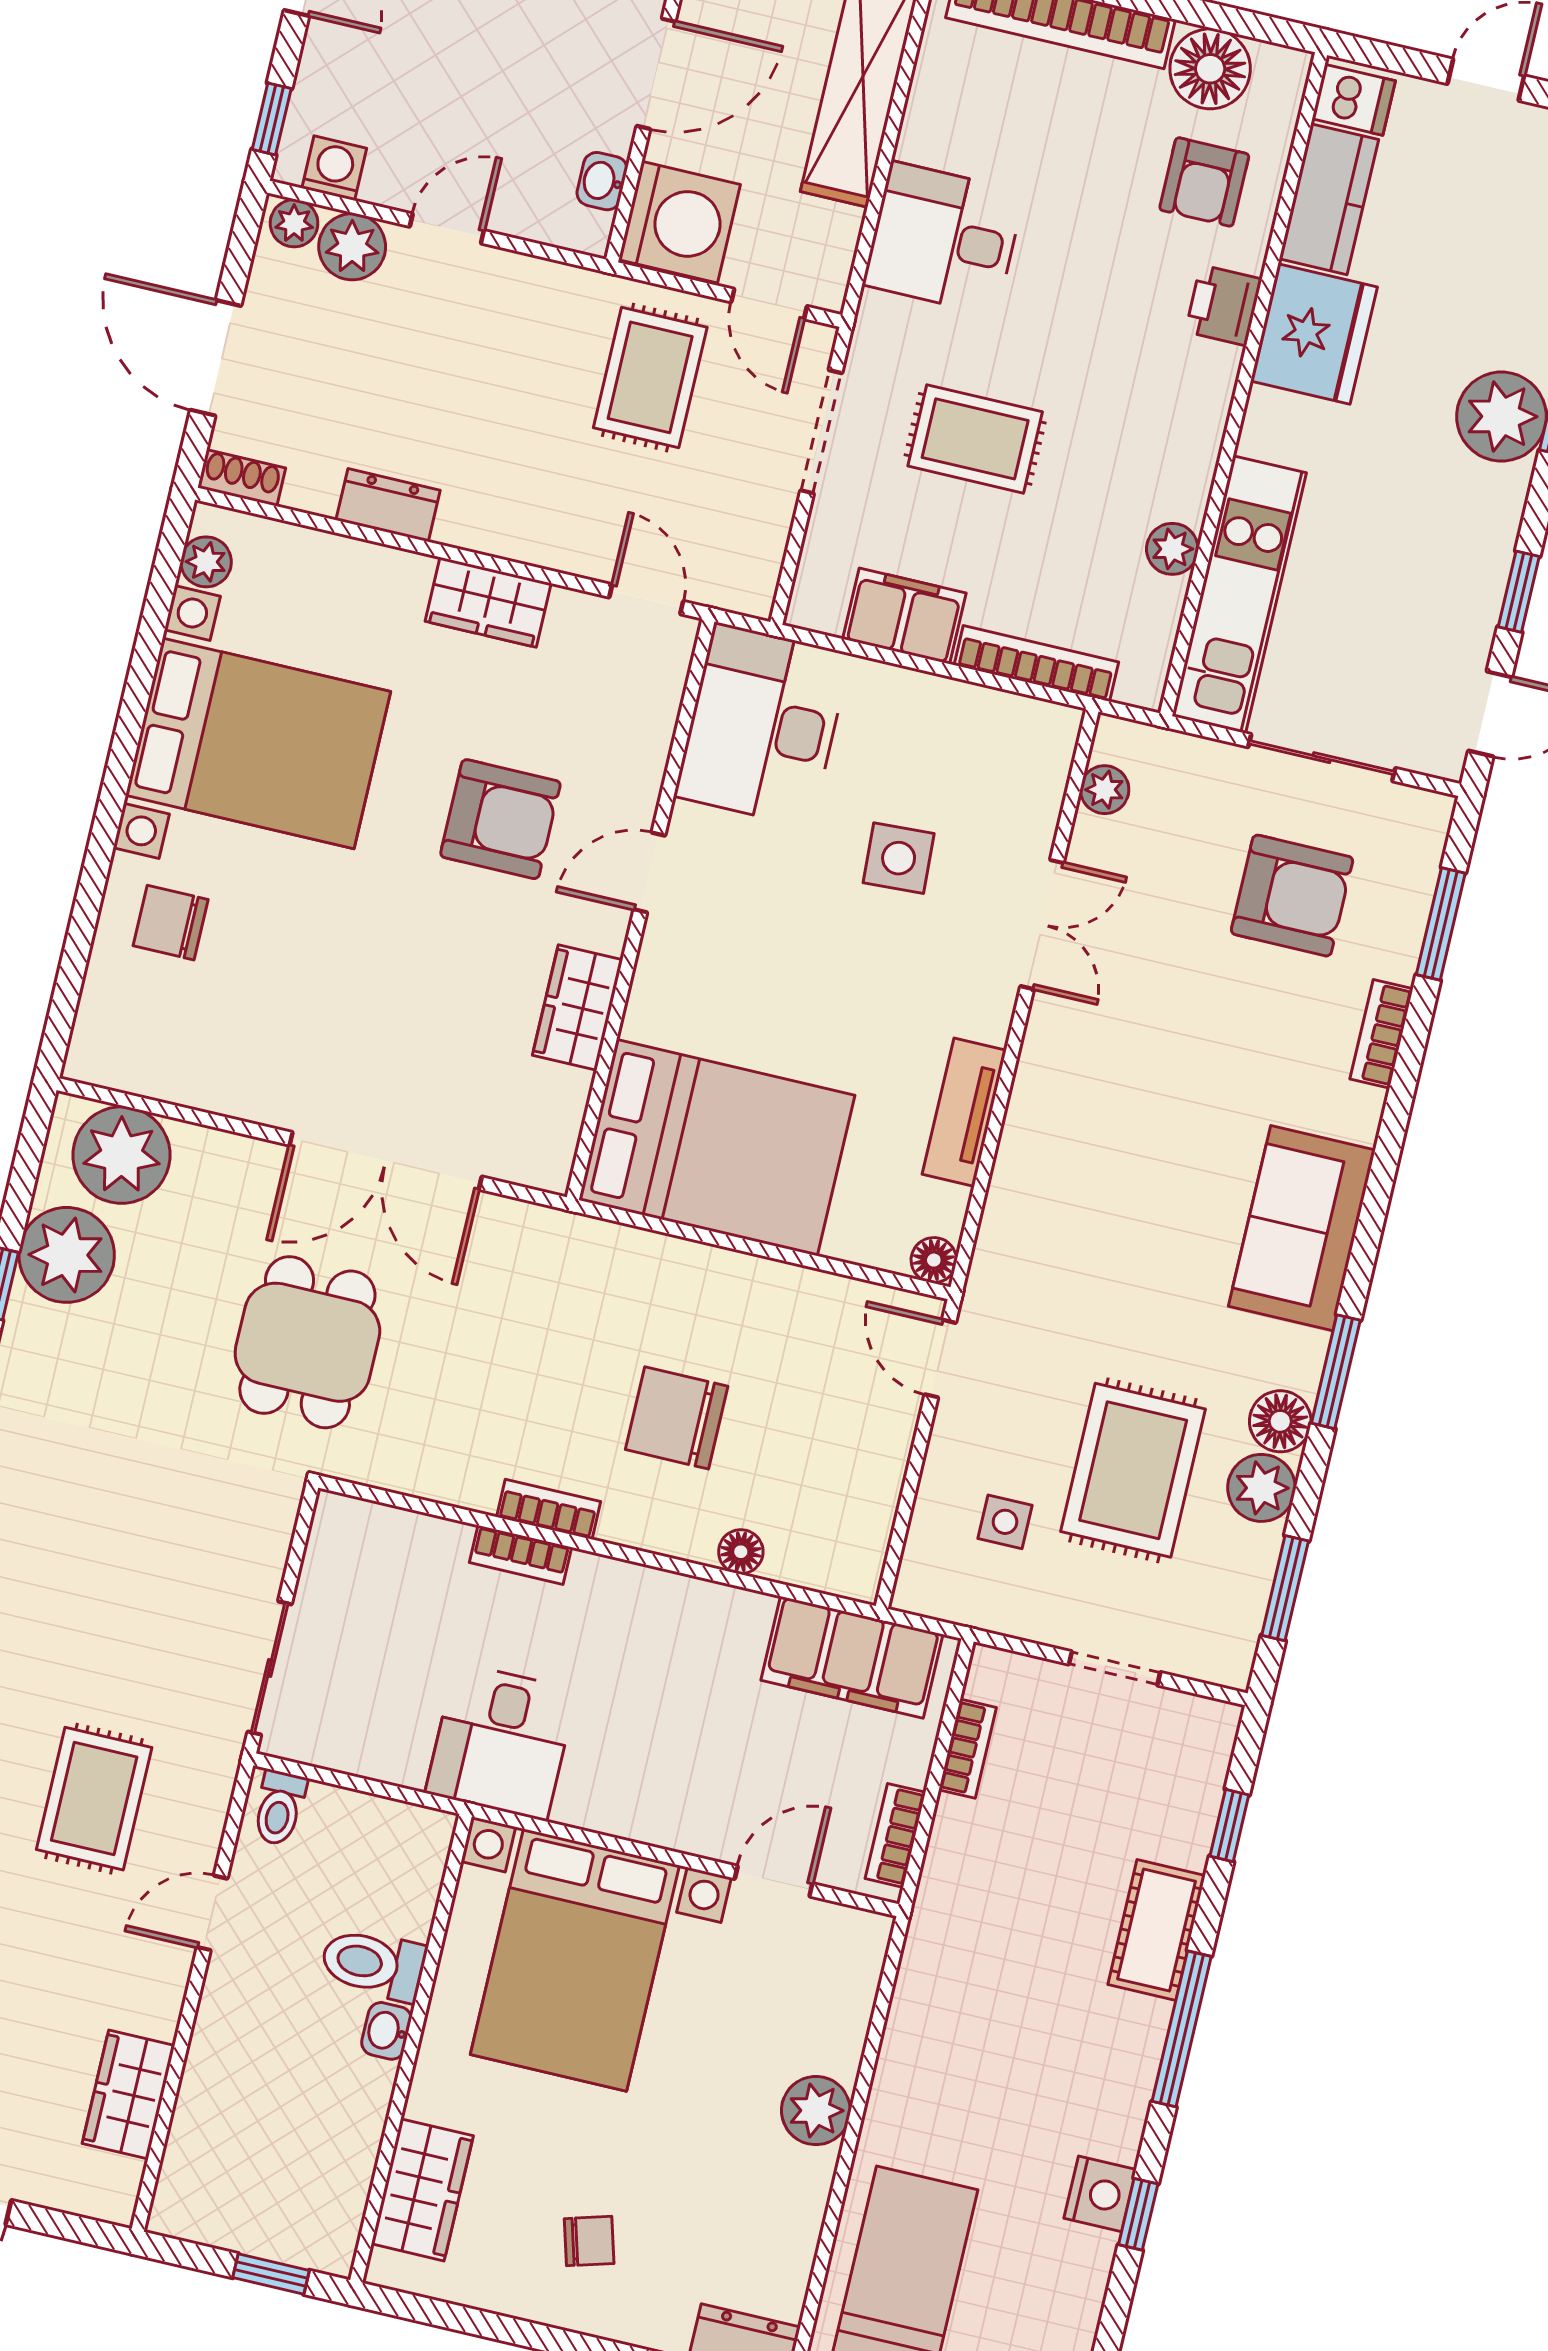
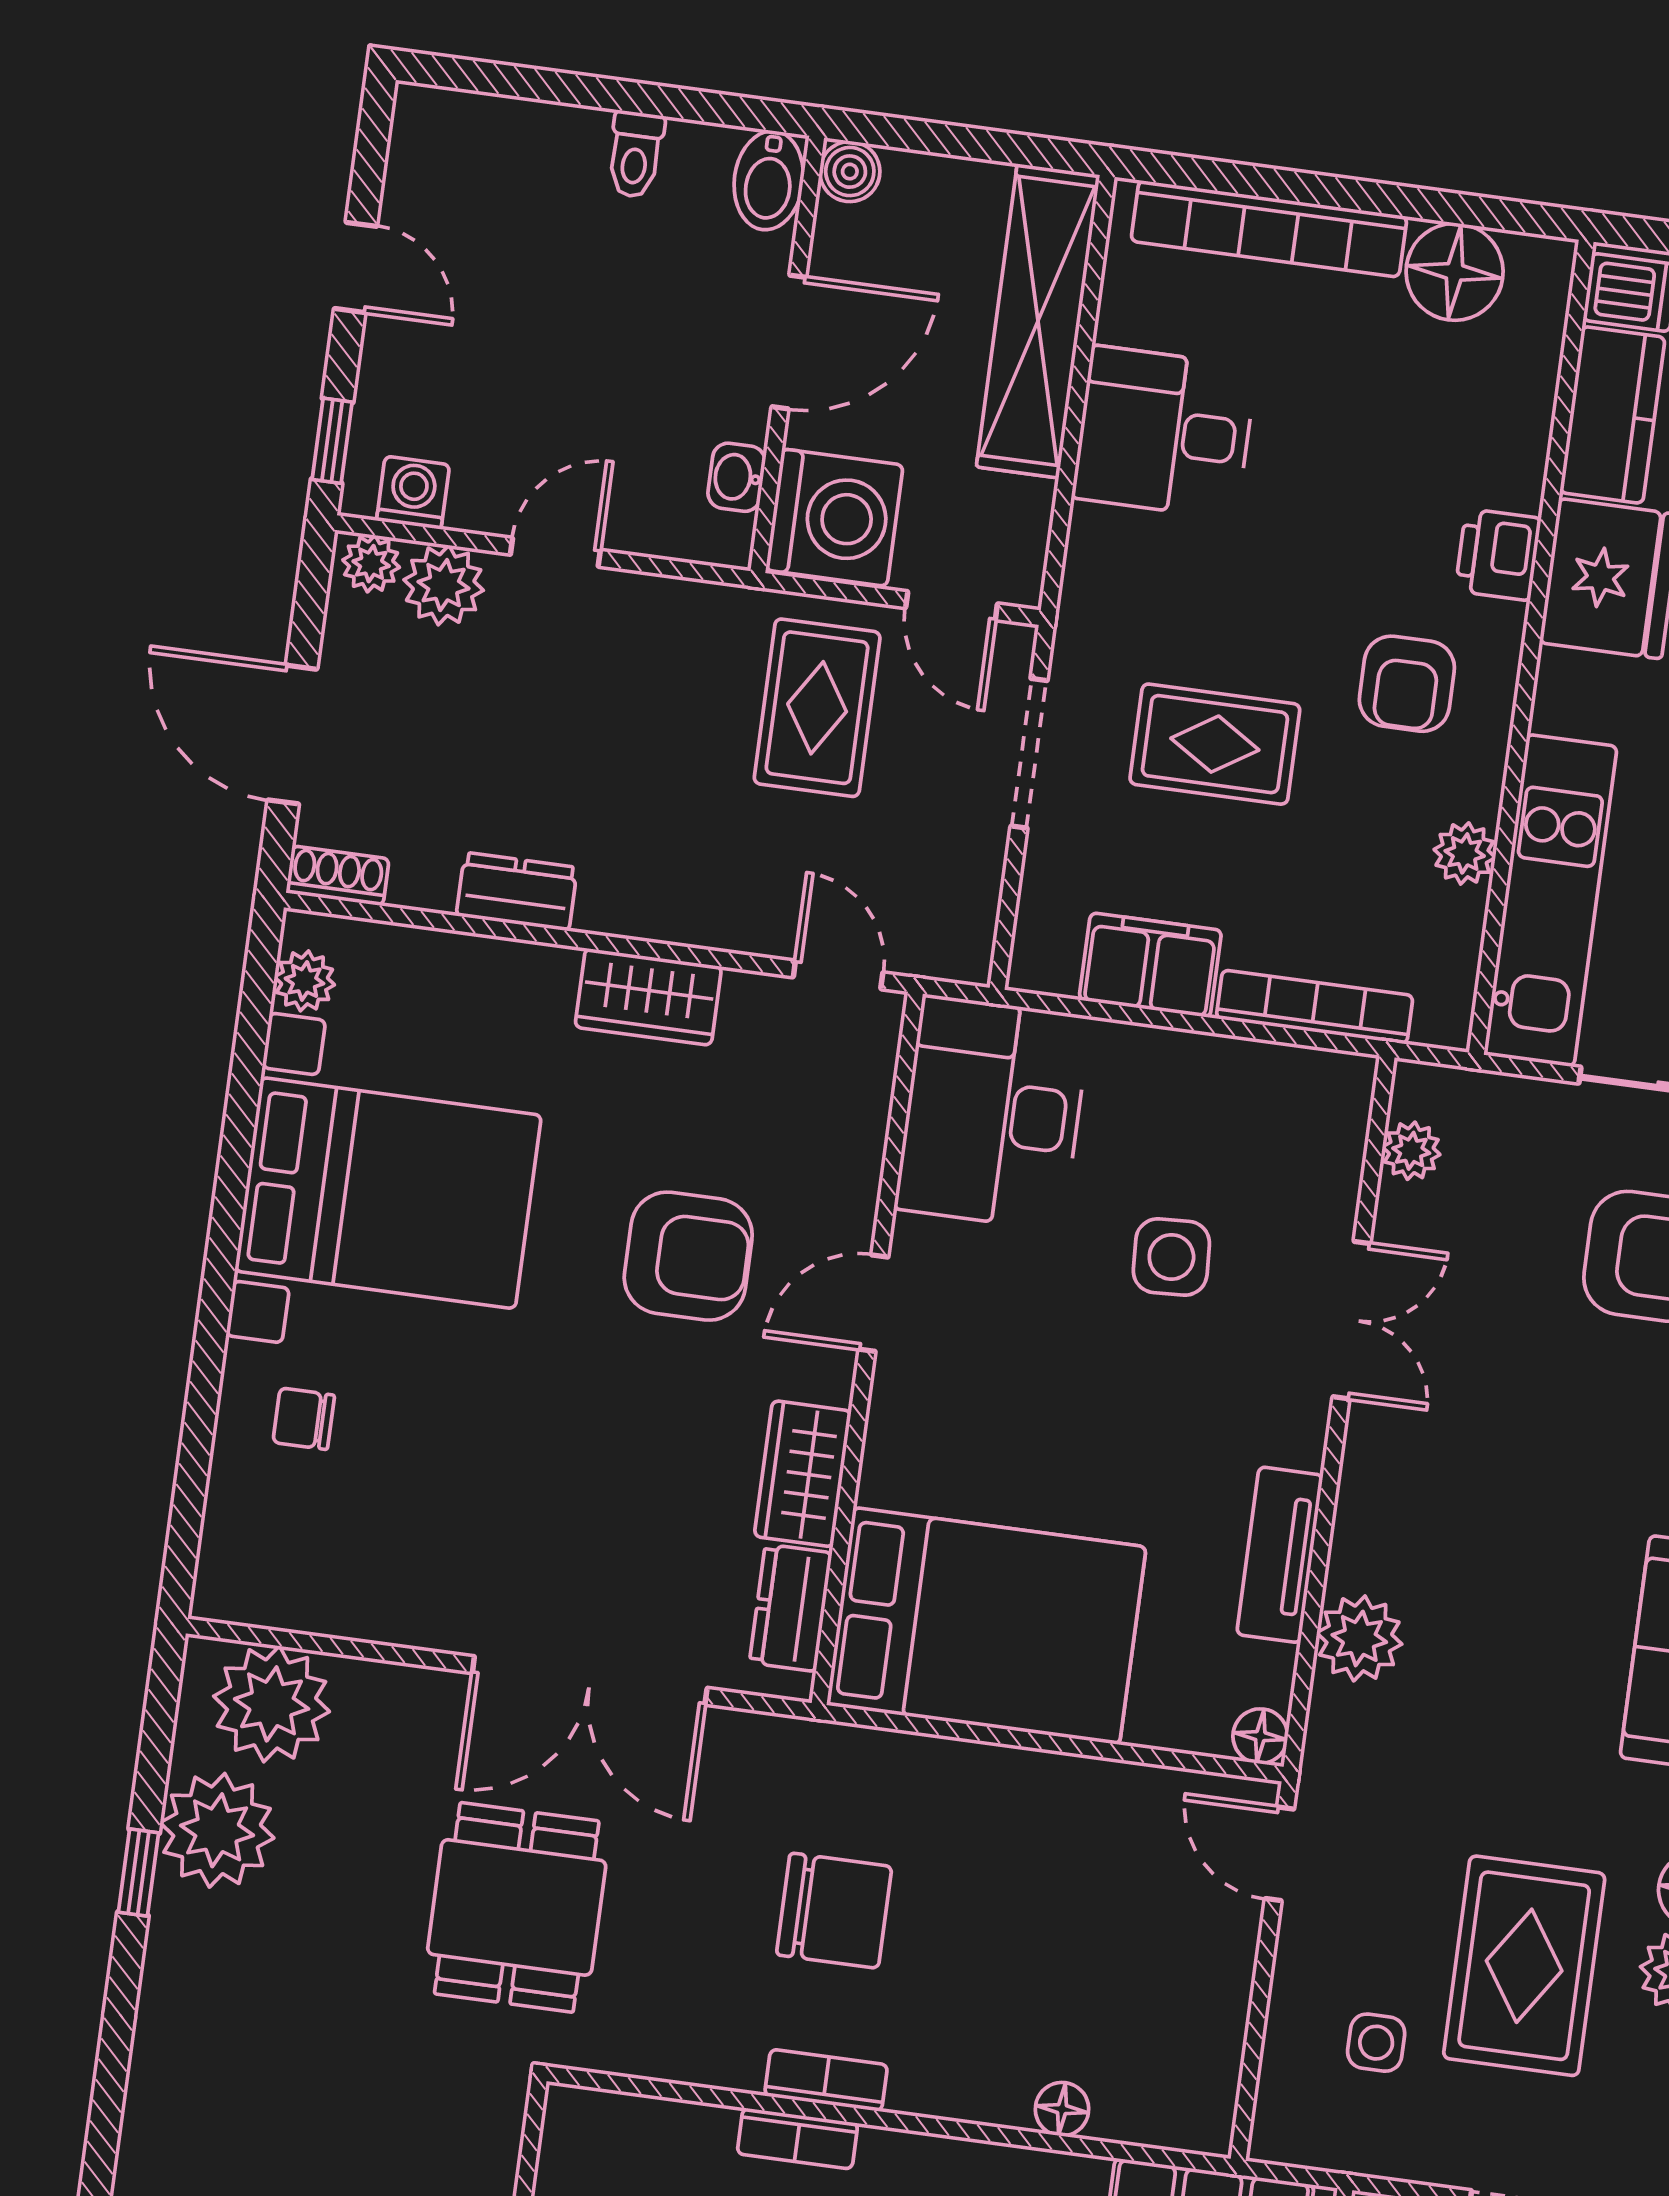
armchair: (1204, 182) -> (1407, 684), moved
desk: (944, 238) -> (1164, 432), moved
chair: (171, 923) -> (304, 1419), width x0.73, depth x0.73
dresser: (557, 1117) -> (791, 1608), added
plant: (1023, 1187) -> (1359, 1638), added
chair: (677, 1418) -> (834, 1911), moved, turned 180

